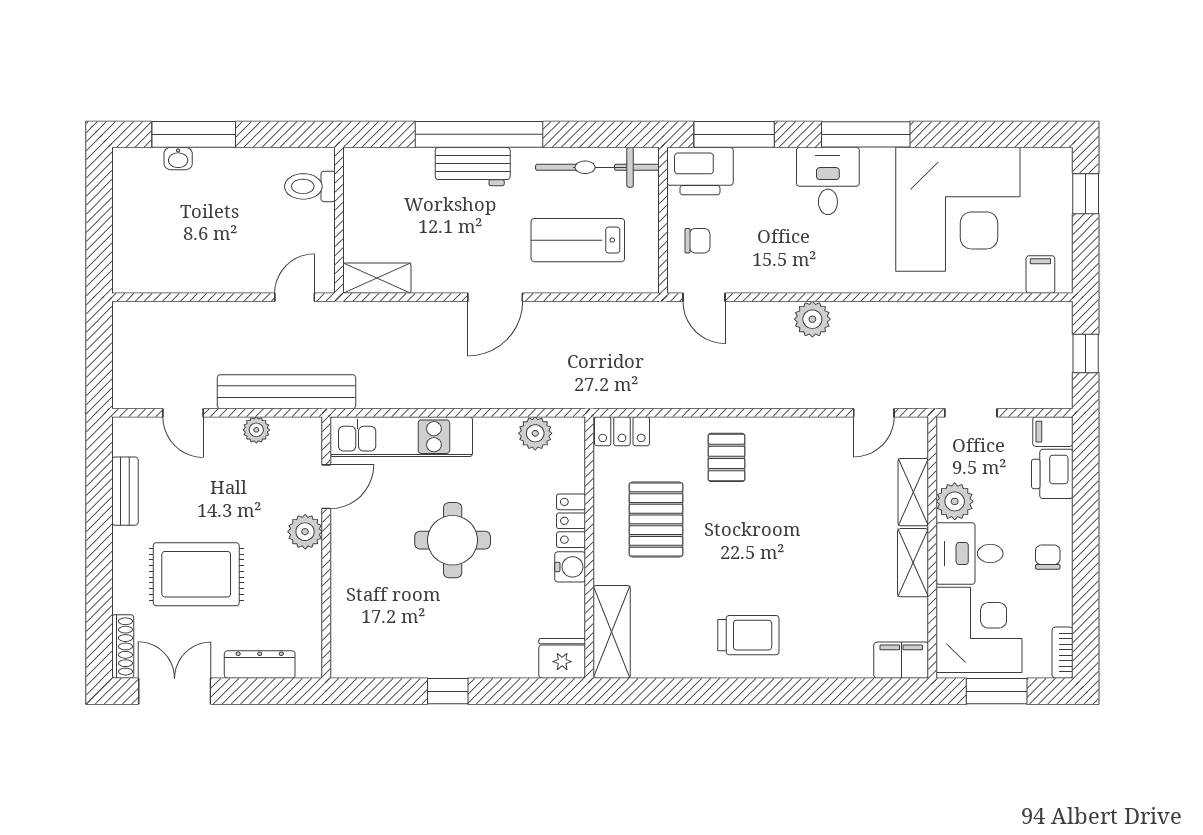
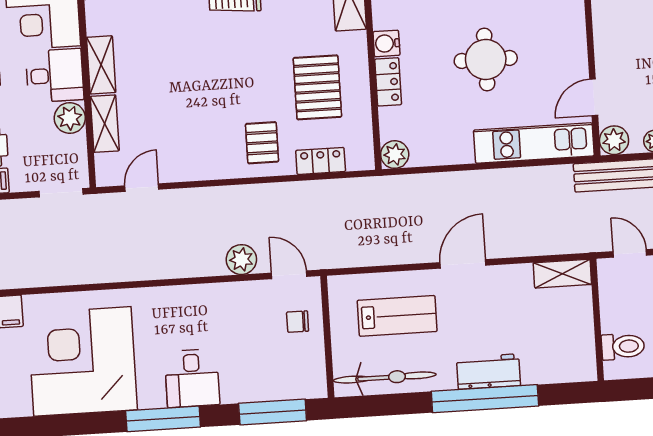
printer: (700, 171) -> (299, 380), removed
door: (295, 297) -> (630, 253), swing flipped
plant: (812, 319) -> (241, 260), moved
locker: (622, 431) -> (321, 161), moved
plant: (535, 433) -> (395, 155), moved
plant: (305, 532) -> (614, 140), moved

